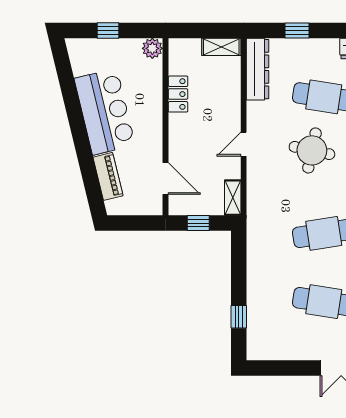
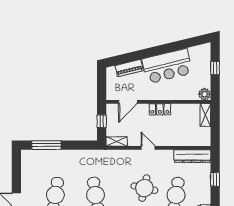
shelving: (221, 47) -> (205, 115), moved
locker: (178, 94) -> (160, 109), moved
window: (239, 317) -> (46, 145), width x2.17

